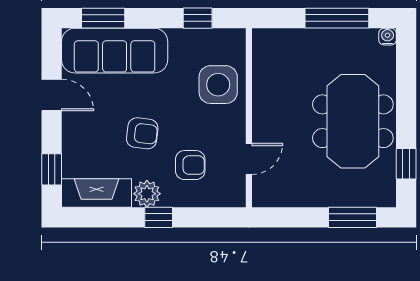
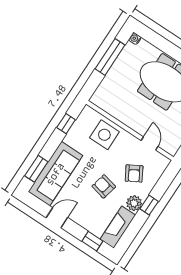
armchair: (142, 133) -> (104, 186), turned -84
armchair: (190, 165) -> (134, 173), turned 150

